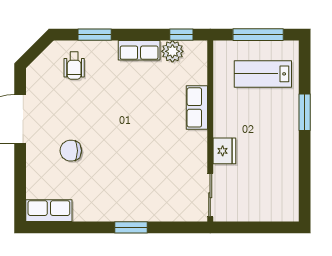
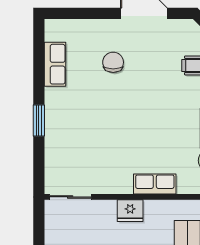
fridge: (224, 151) -> (130, 211), moved
row of seats: (49, 211) -> (55, 64), moved

